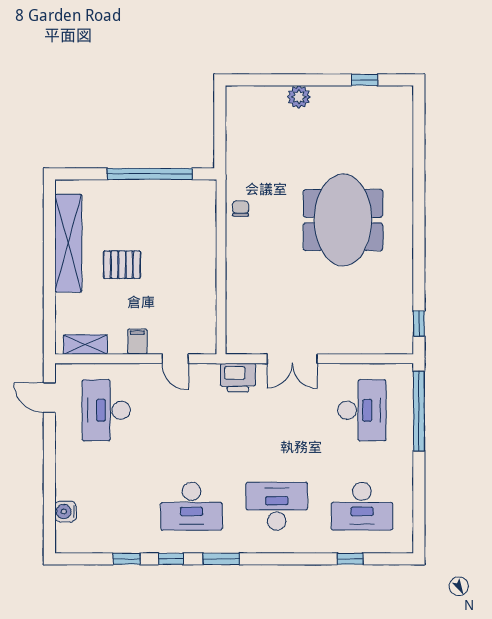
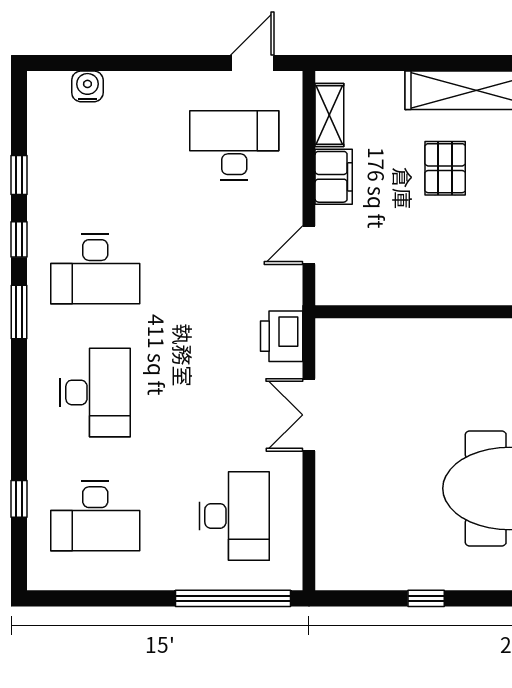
window: (419, 323) -> (426, 598), moved
filing cabinet: (137, 342) -> (334, 177), width x2.00
desk: (362, 410) -> (234, 516), turned -90
desk: (191, 506) -> (95, 269), turned -90
desk: (362, 506) -> (95, 516), turned -90

